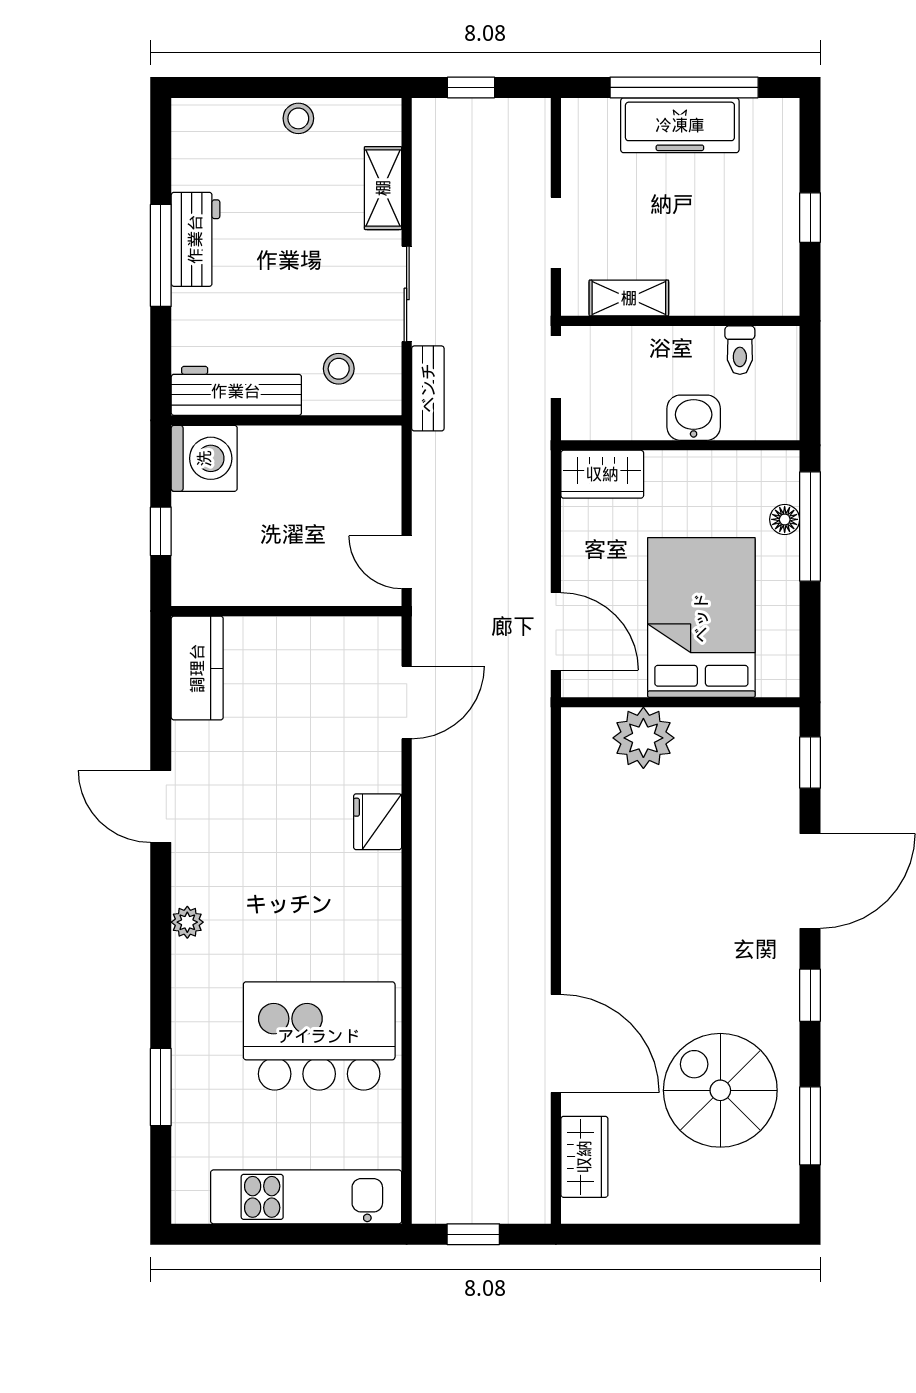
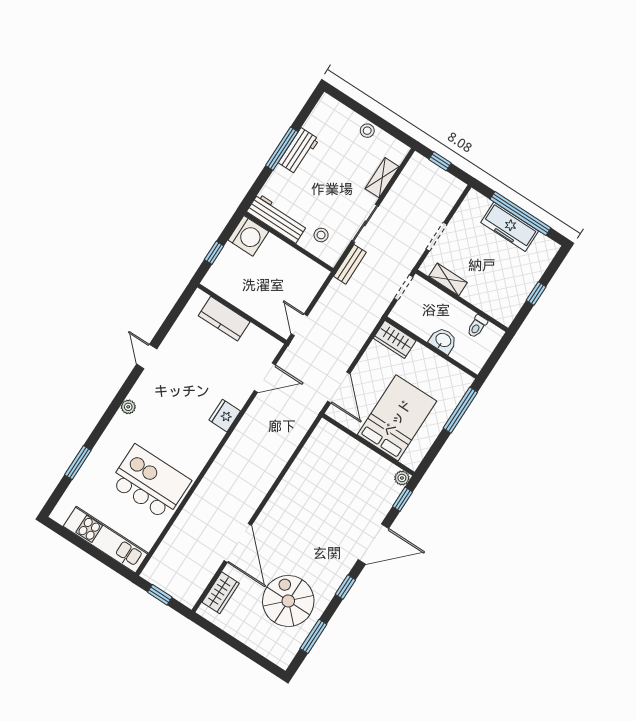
floor lamp: (785, 519) -> (452, 401), removed
kitchen counter: (197, 668) -> (224, 319), moved, turned 90
plant: (643, 738) -> (402, 478), moved, width x0.53, depth x0.53
door: (161, 806) -> (147, 357), width x0.73

